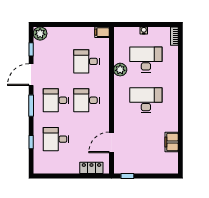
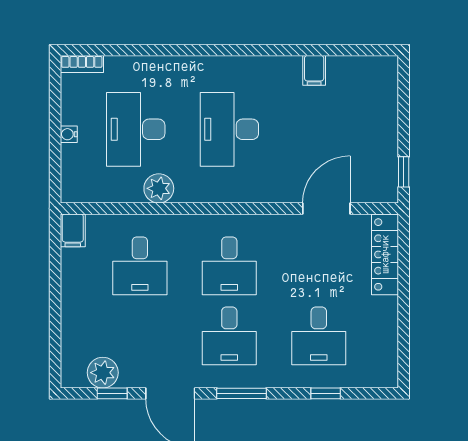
plant: (40, 33) -> (103, 373), moved
door: (111, 142) -> (326, 209), swing flipped
filing cabinet: (172, 142) -> (314, 70), width x0.50
locker: (91, 168) -> (385, 254), width x1.53

